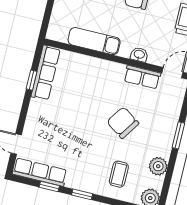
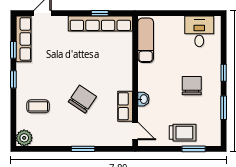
exam couch: (94, 41) -> (146, 40), moved
row of seats: (46, 73) -> (100, 24), width x1.36
plant: (158, 166) -> (53, 138), removed

